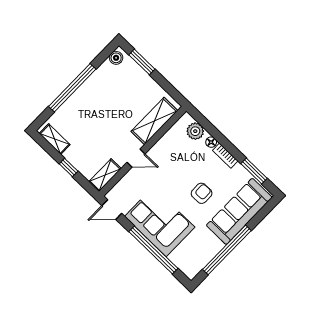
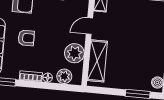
plant: (169, 144) -> (74, 53), added
armchair: (202, 193) -> (26, 38), turned -89

